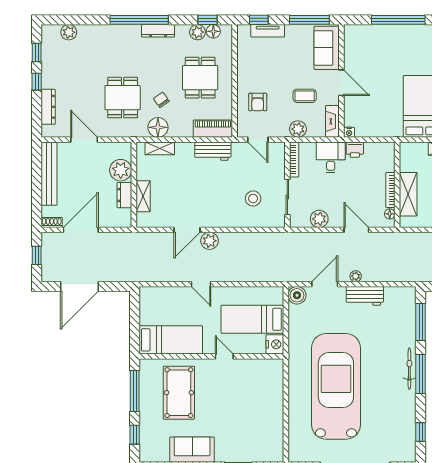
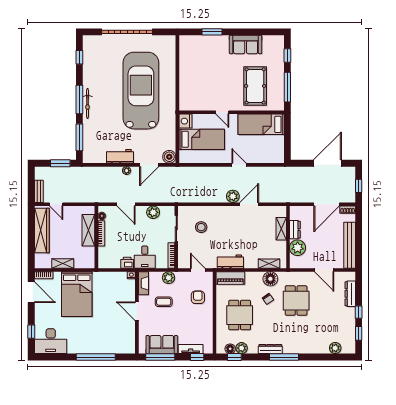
window: (139, 20) -> (284, 357), width x0.68
sofa: (327, 48) -> (162, 345), moved, turned -90
car: (336, 386) -> (141, 91), turned 180

